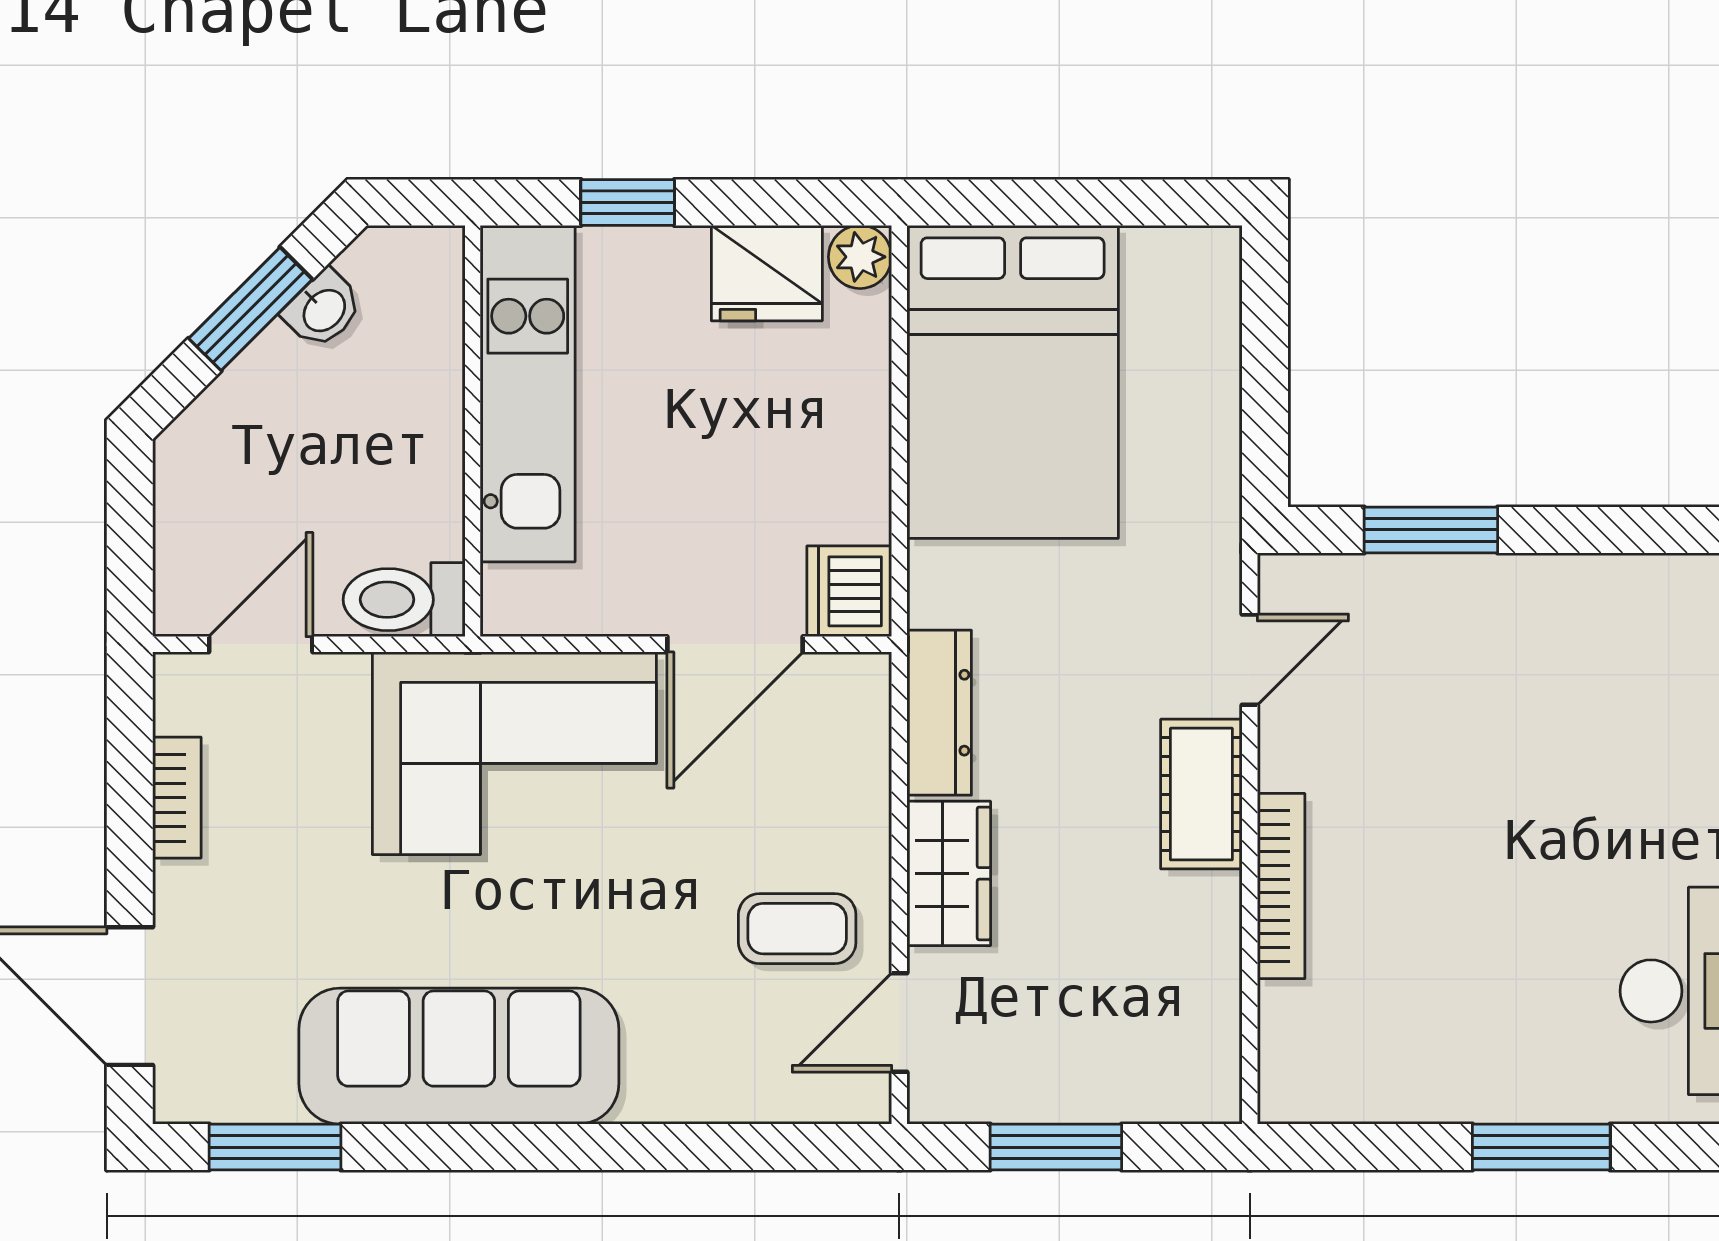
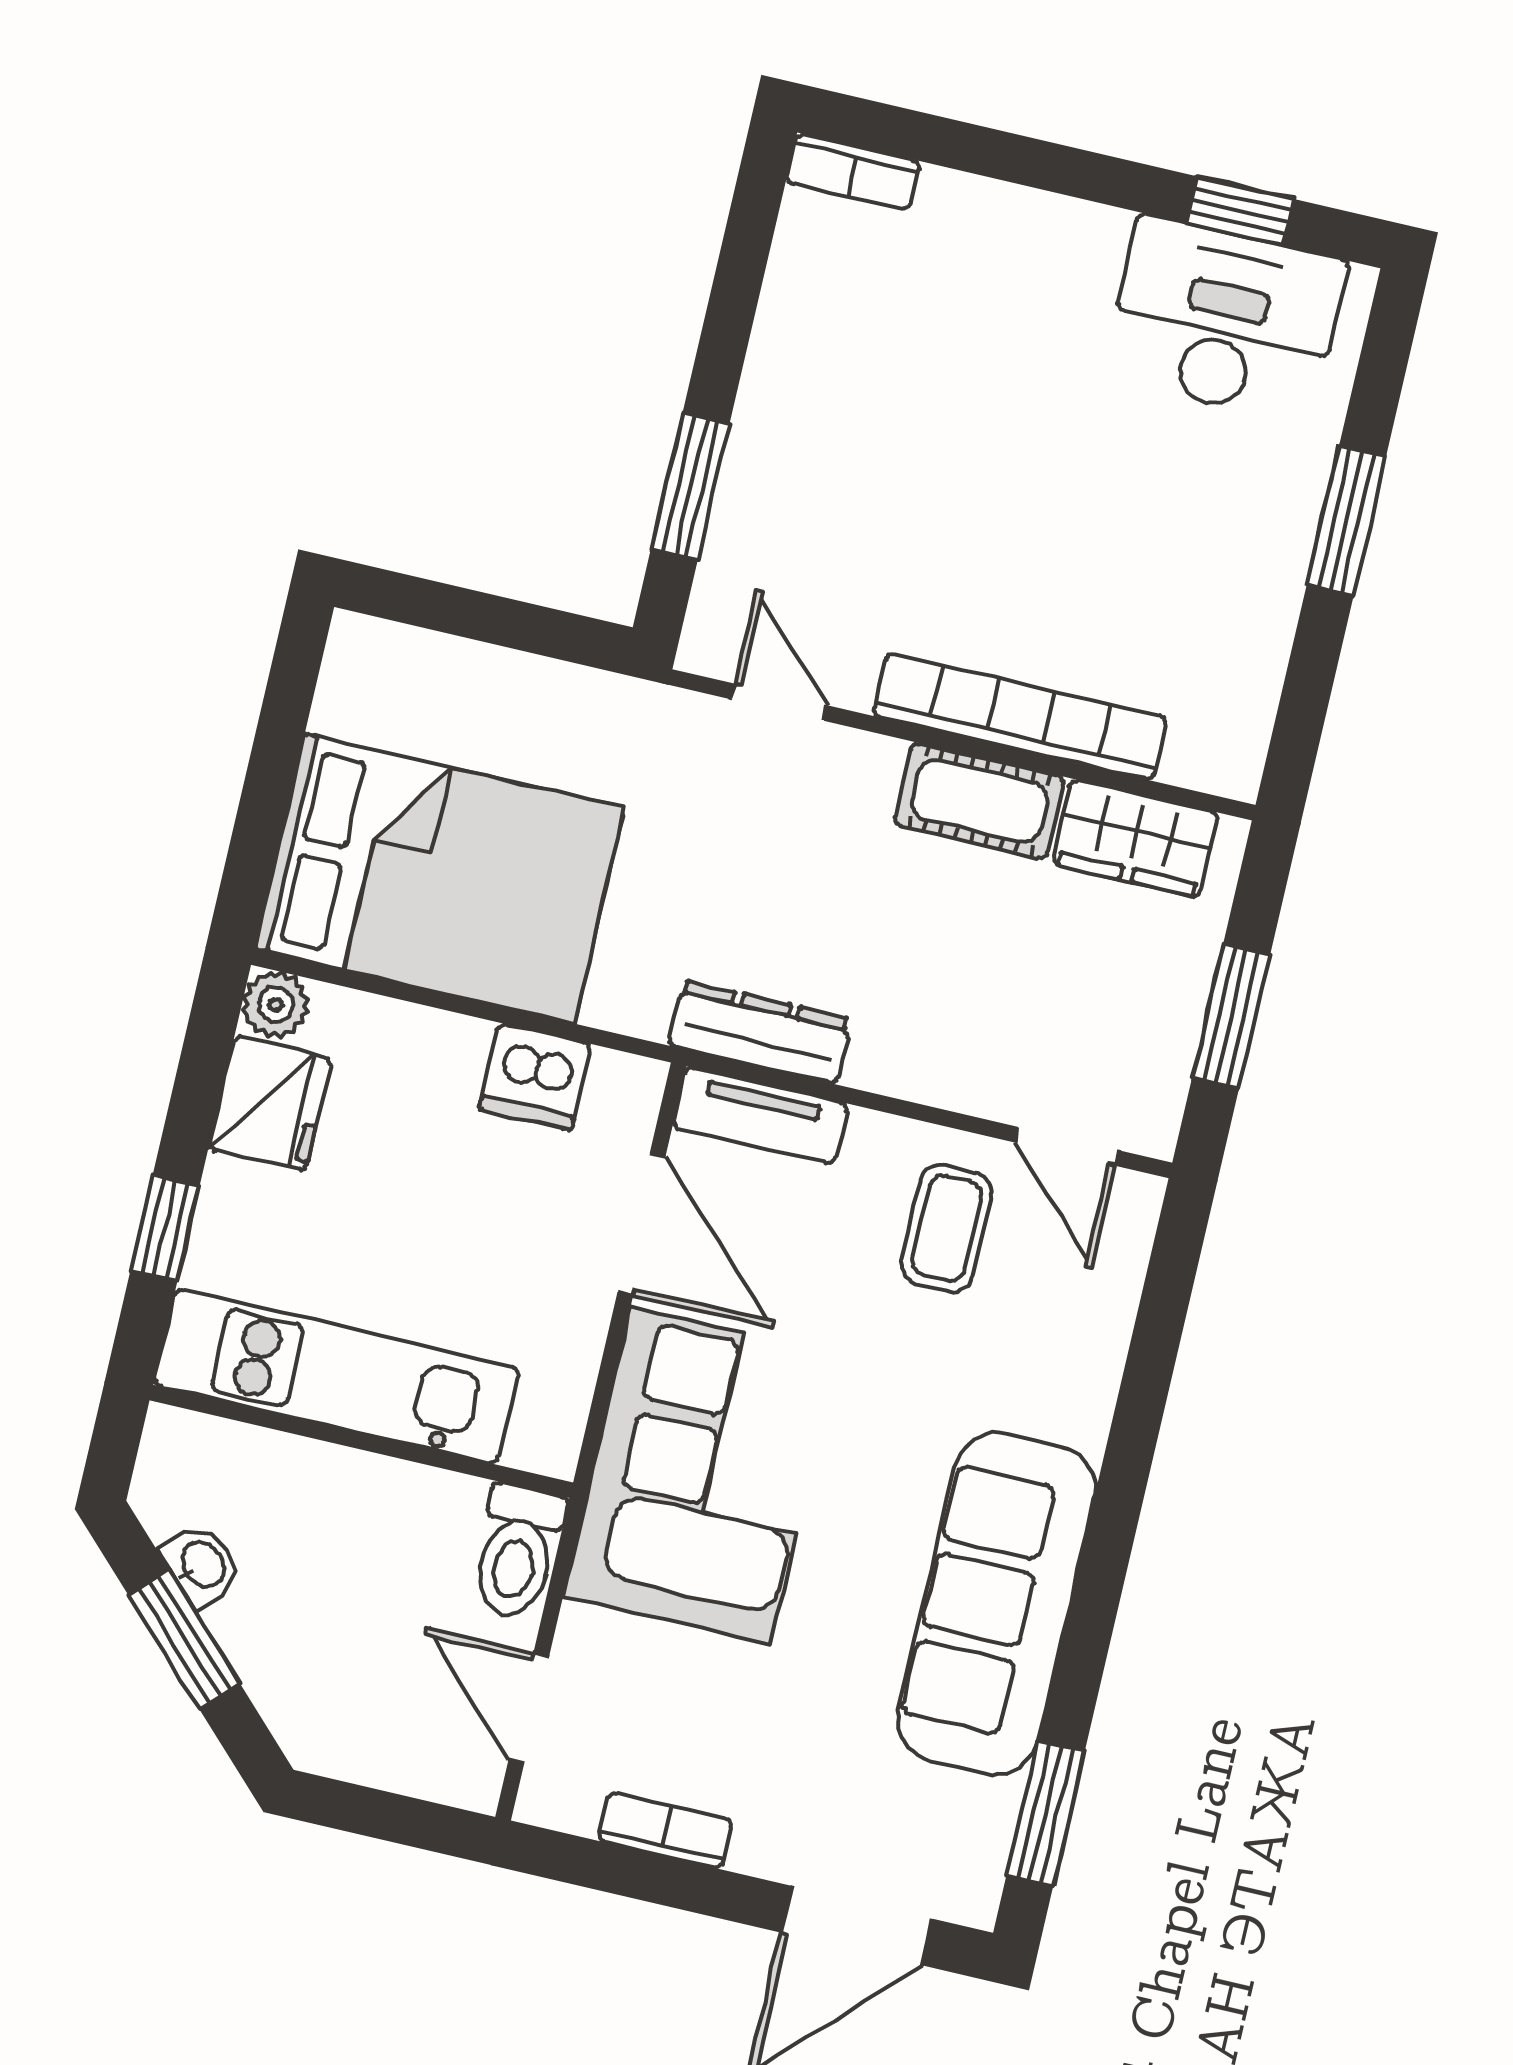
dishwasher: (849, 591) -> (535, 1076), moved
tv unit: (861, 731) -> (760, 1116), added
cot: (1201, 794) -> (979, 801), moved
wardrobe: (949, 873) -> (1135, 838), moved, turned 180
bookcase: (1281, 886) -> (1020, 717), width x1.48, depth x1.31

